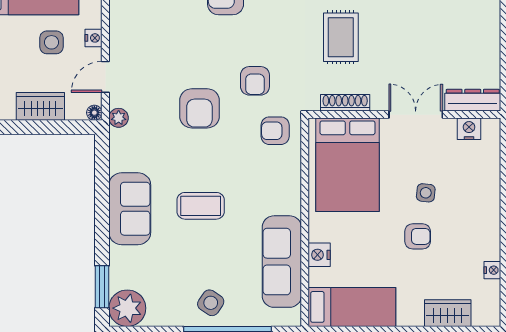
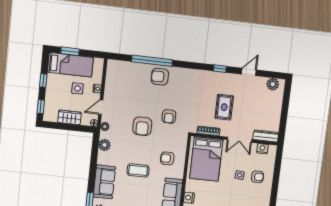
rug: (341, 37) -> (224, 107), moved
double door: (416, 115) -> (239, 140), swing flipped
armchair: (275, 131) -> (167, 158), moved
plant: (122, 158) -> (104, 145), added
sofa: (130, 209) -> (104, 182), moved
armchair: (418, 236) -> (257, 177), moved

